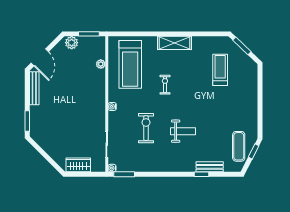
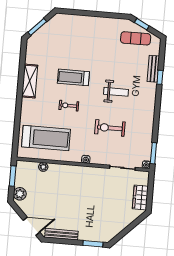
shelving: (174, 43) -> (30, 81), moved
treadmill: (220, 70) -> (73, 77), moved
weight bench: (183, 131) -> (116, 92), turned 90

